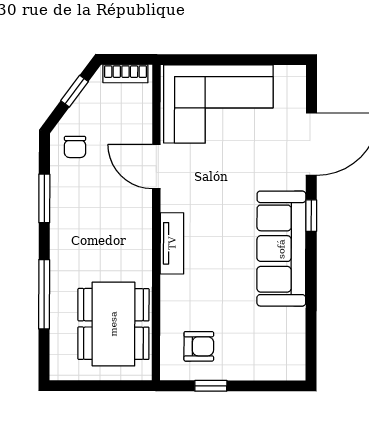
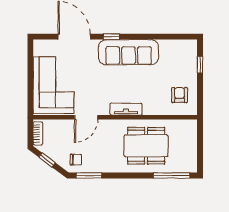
window: (44, 198) -> (89, 175), moved
window: (44, 294) -> (172, 175), moved
dining table: (113, 324) -> (146, 146), moved
window: (211, 386) -> (200, 65), moved

